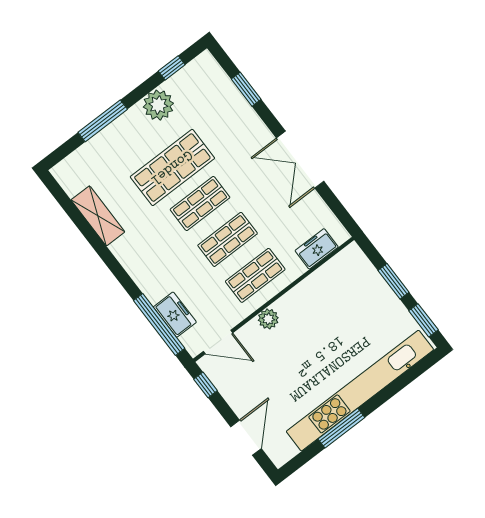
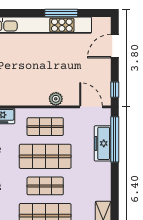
shop shelf: (228, 239) -> (45, 156), width x1.43, depth x1.36
freezer: (175, 315) -> (103, 143), width x1.40

